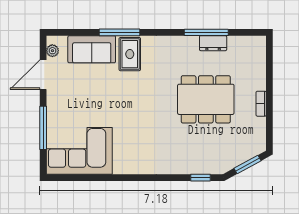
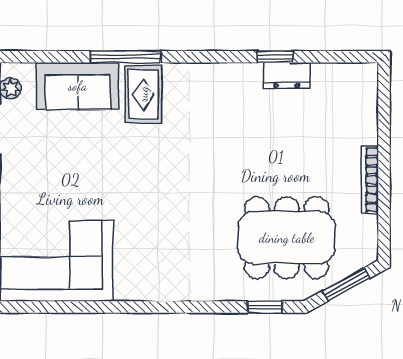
window: (206, 32) -> (275, 57), width x0.46
dining table: (206, 99) -> (287, 238), moved
bookcase: (261, 104) -> (370, 180), width x1.56

